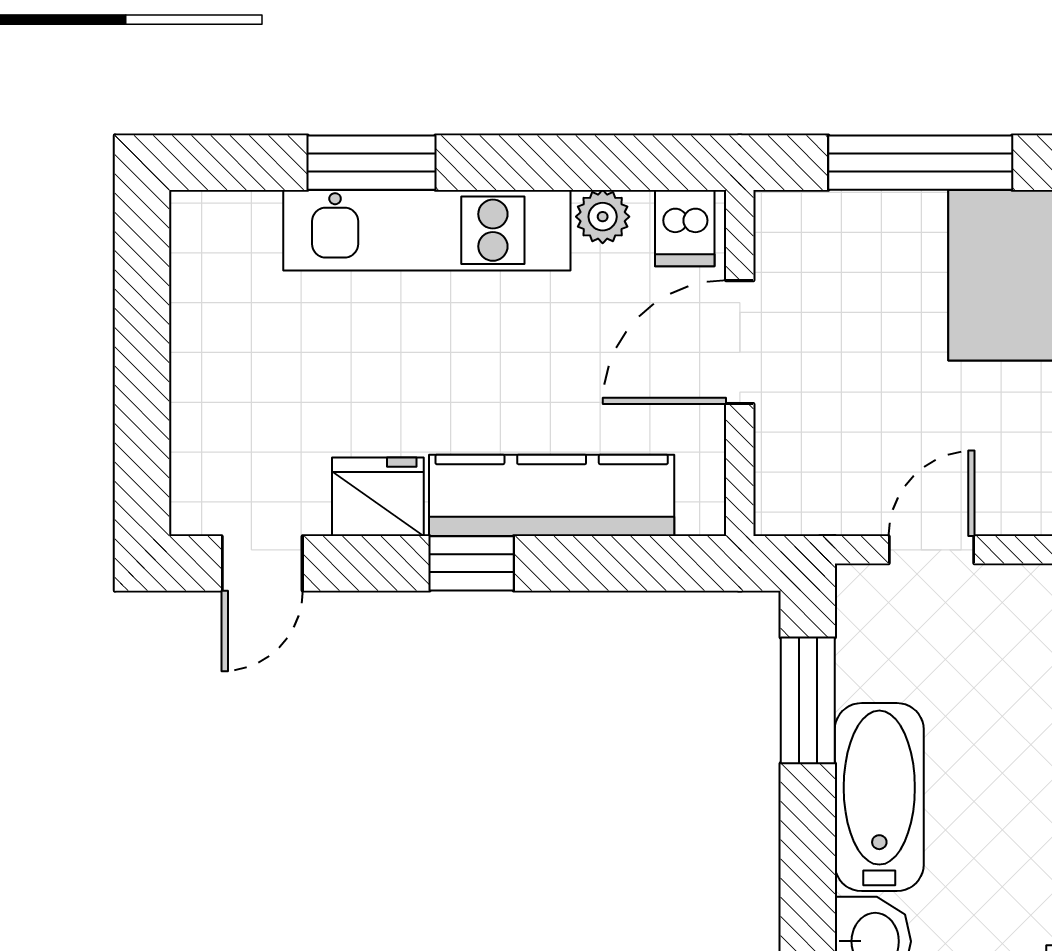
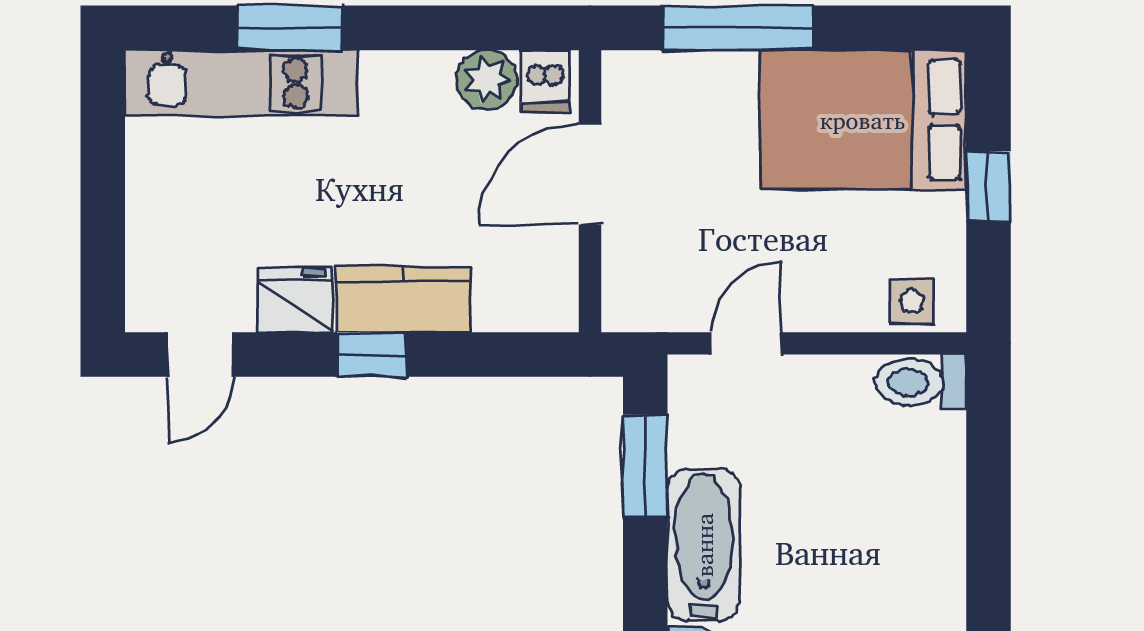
plant: (603, 217) -> (486, 80), width x1.38, depth x1.38
kitchen unit: (427, 230) -> (242, 83), moved
kitchen counter: (552, 495) -> (403, 299), width x0.67

